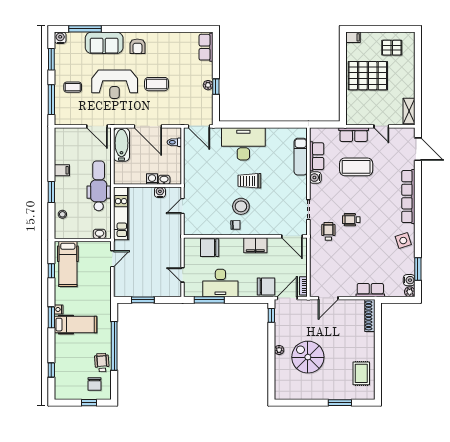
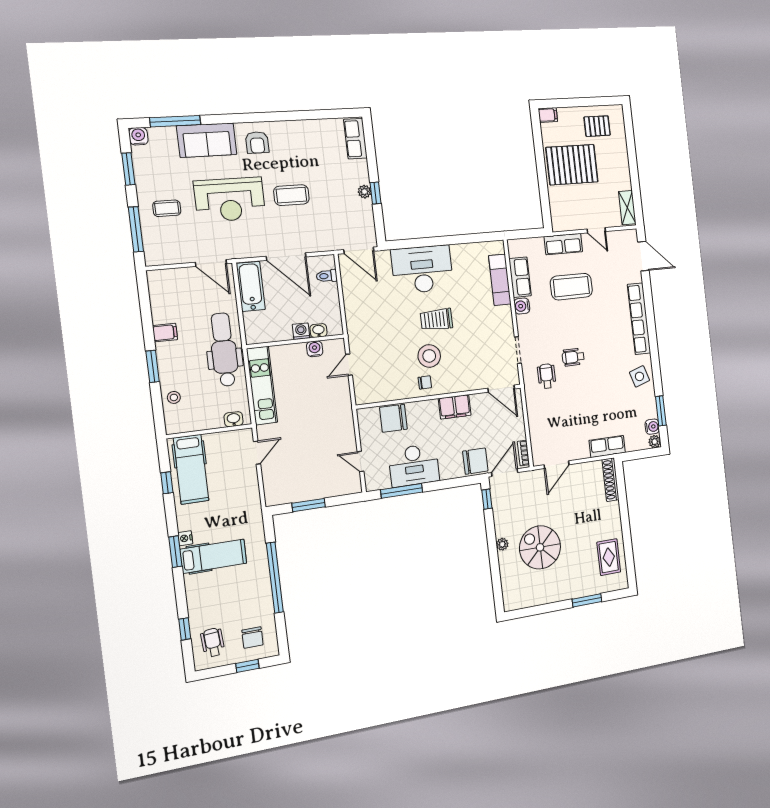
wheelchair: (102, 363) -> (213, 642), moved

